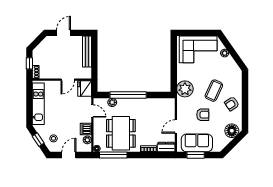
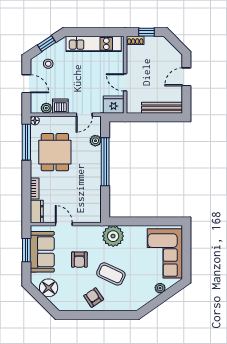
door: (64, 33) -> (186, 77), swing flipped
floor lamp: (232, 131) -> (49, 288), moved
dining table: (121, 133) -> (55, 152), width x0.73

